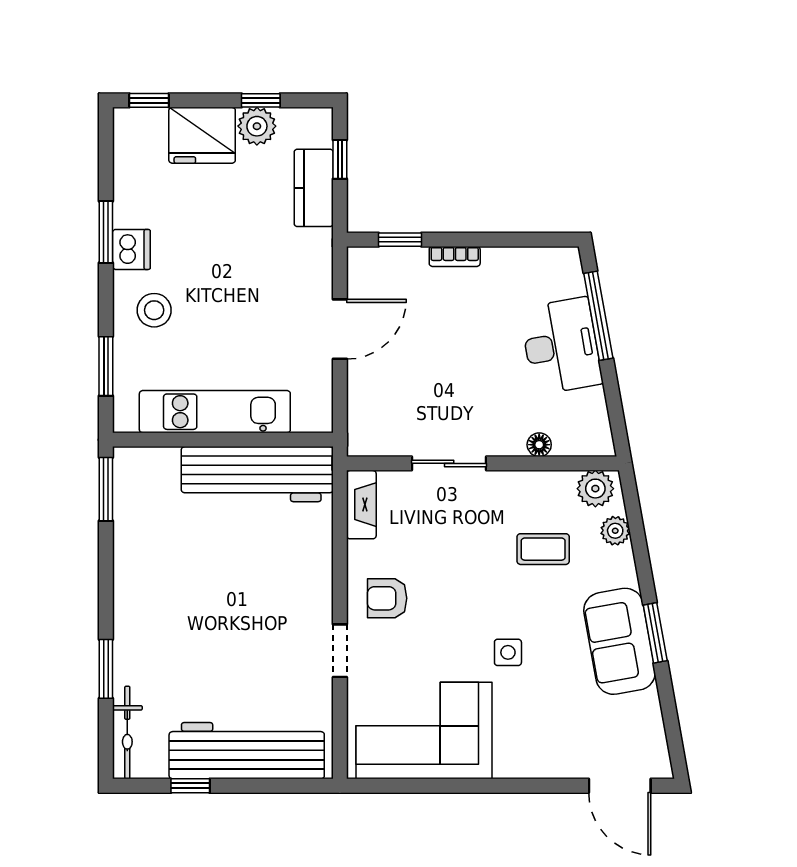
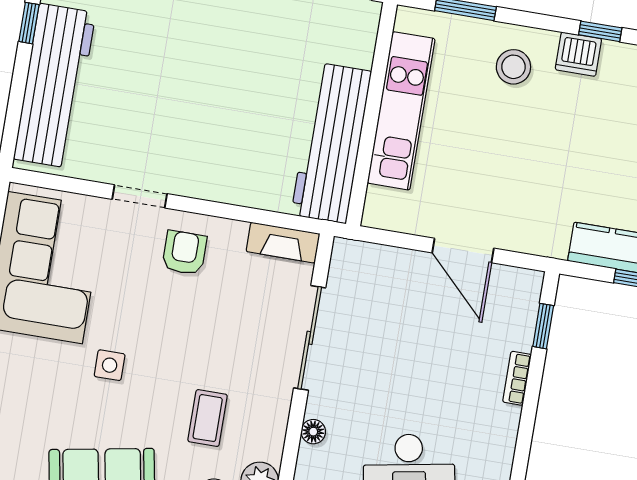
window: (106, 232) -> (600, 31), width x0.67
sliding door: (449, 463) -> (310, 338), width x1.37

